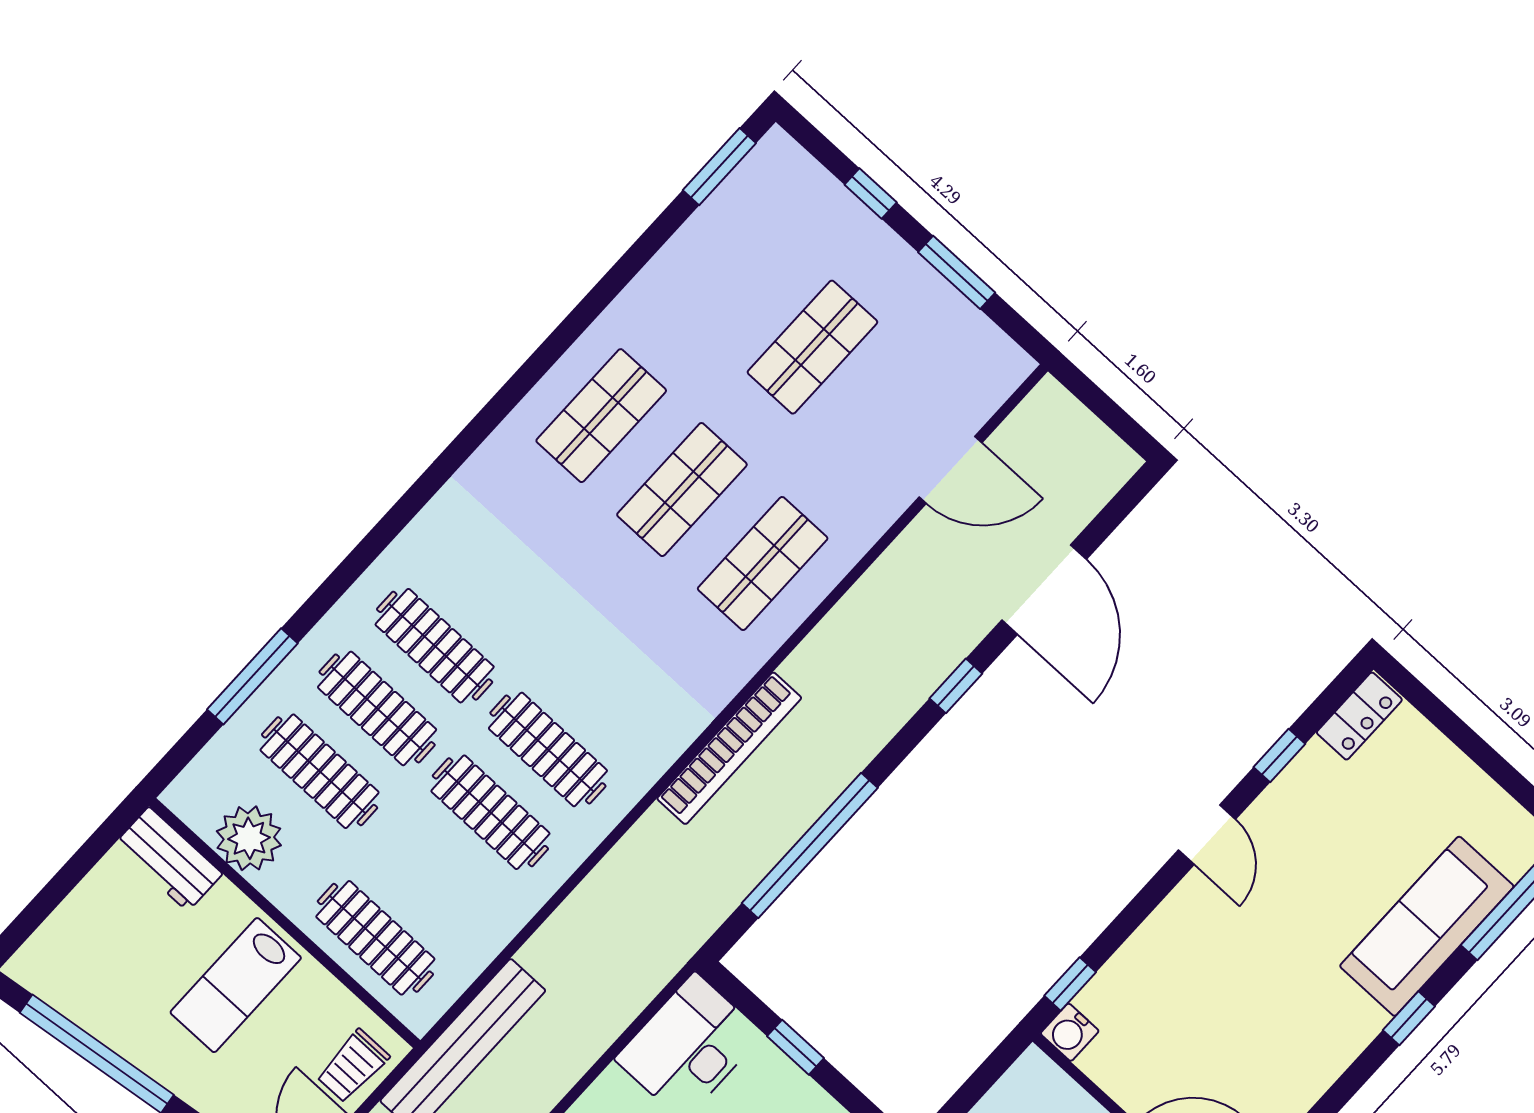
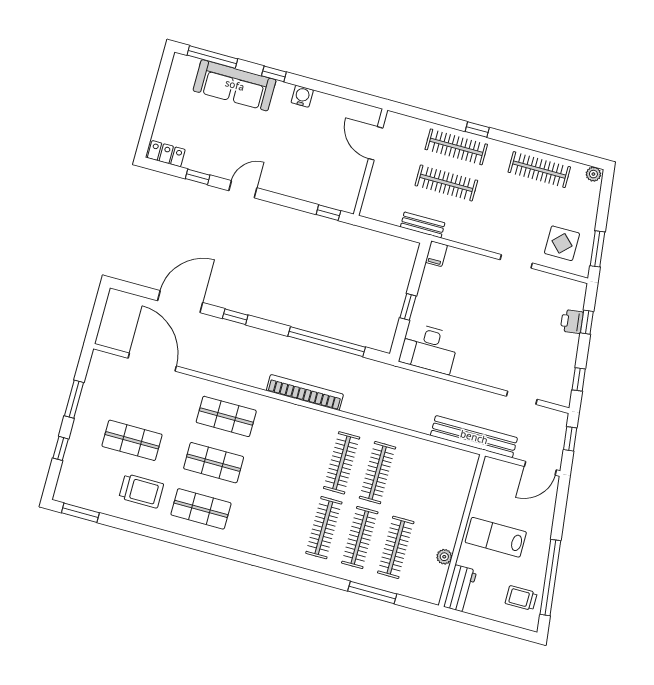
trolley: (700, 313) -> (141, 491), added
door: (950, 470) -> (152, 362), width x1.36
plant: (249, 838) -> (444, 557), width x0.53, depth x0.53
clothes rail: (375, 938) -> (449, 492), removed
lab bench: (236, 985) -> (496, 537), turned 180
water cooler: (1070, 1032) -> (302, 96), moved, turned -90
trolley: (353, 1066) -> (521, 598), moved, turned 180

